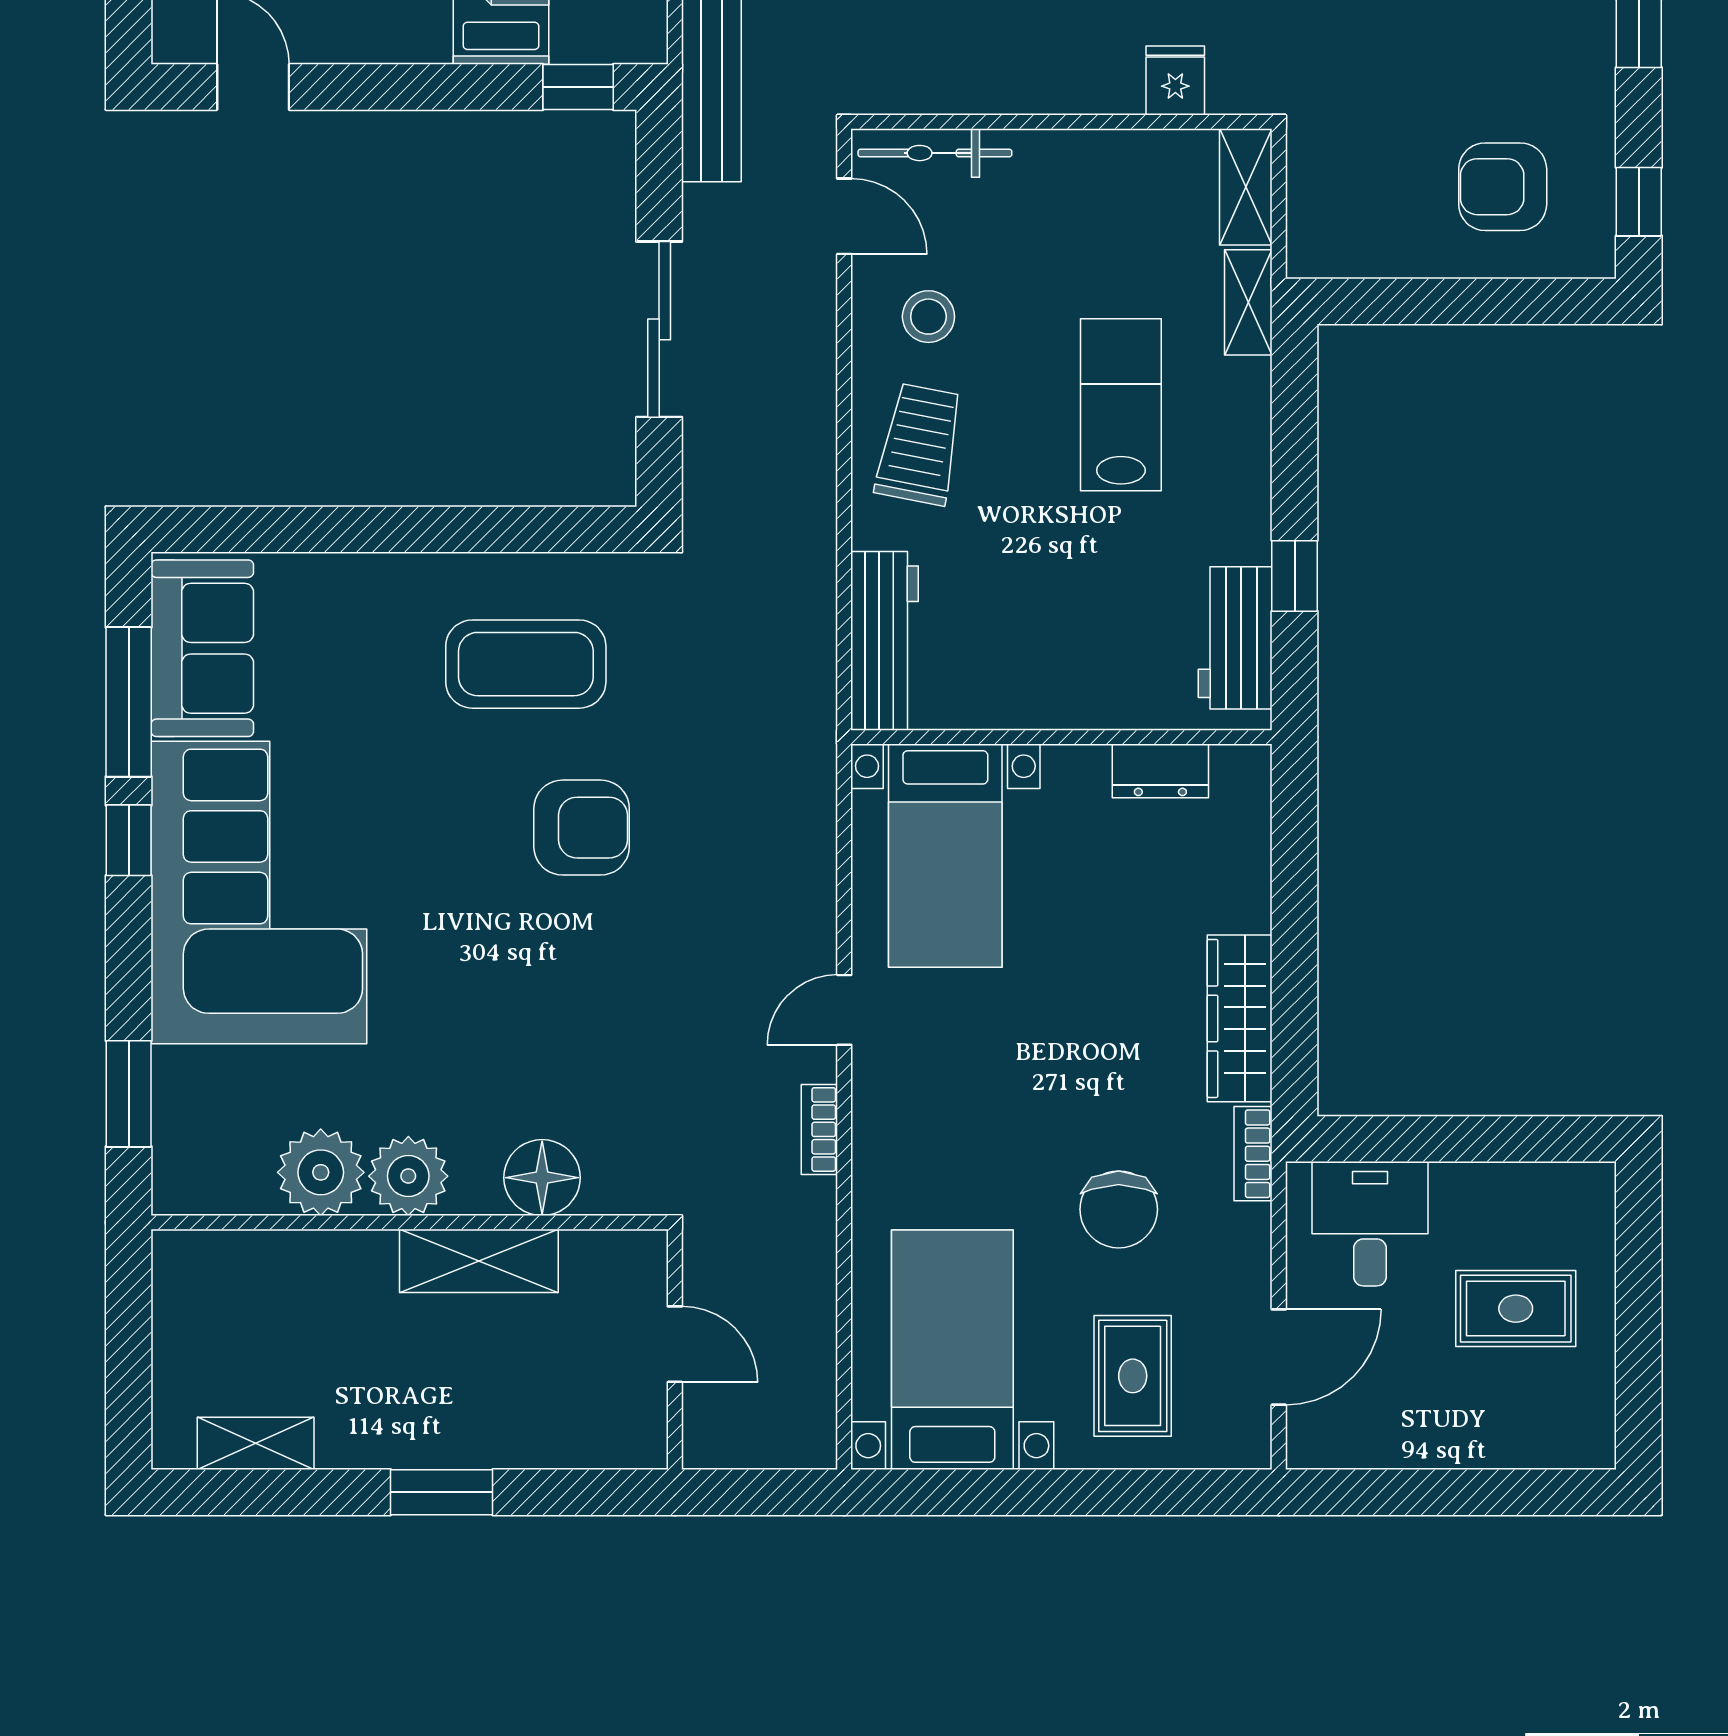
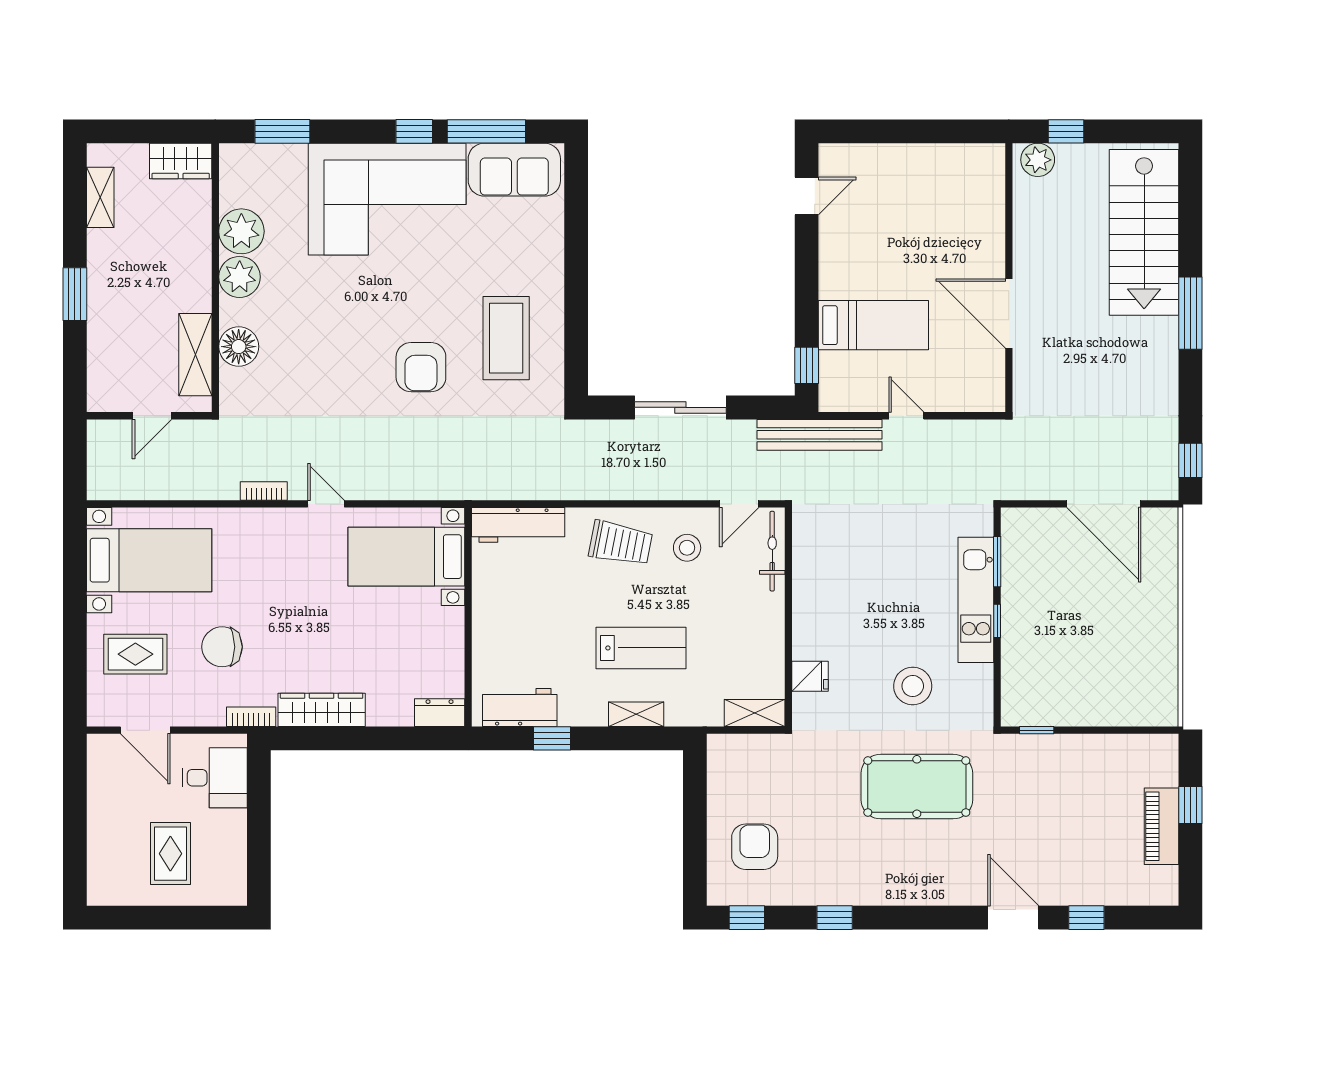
shelving: (1248, 302) -> (636, 714), moved
dresser: (1160, 771) -> (440, 713), moved, turned 90
shelving: (479, 1261) -> (195, 355), moved
wardrobe: (186, 1289) -> (181, 161), added

